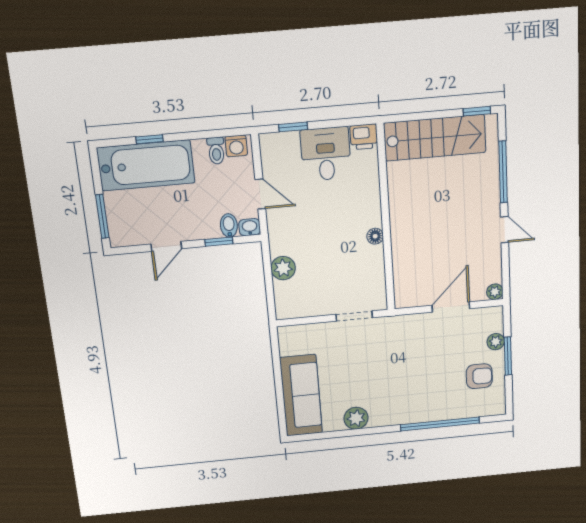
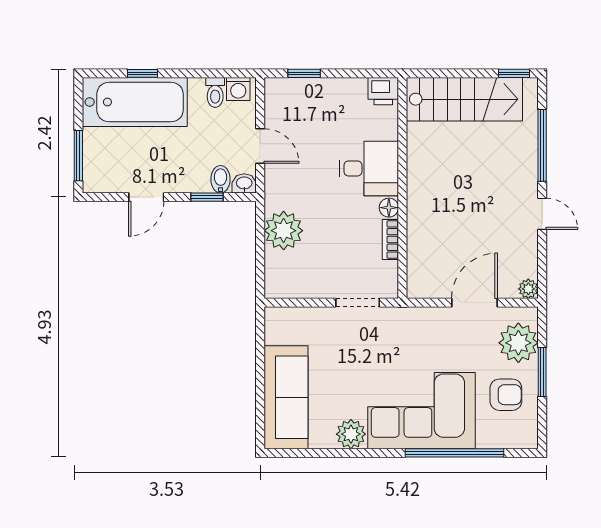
desk: (326, 154) -> (369, 168), moved, turned 90
bookcase: (378, 262) -> (390, 239), added
plant: (283, 268) -> (284, 231), width x1.36, depth x1.36
plant: (496, 342) -> (518, 343), width x1.88, depth x1.88
corner sofa: (412, 395) -> (421, 411), added

